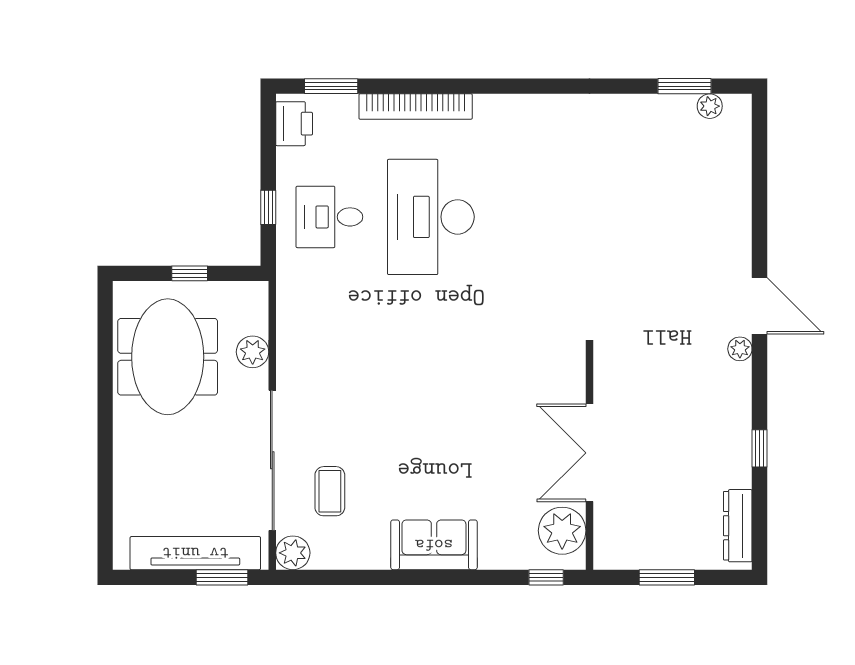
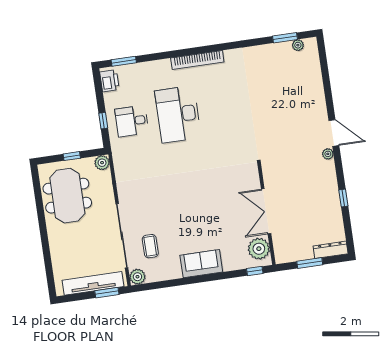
bookcase: (416, 107) -> (197, 60), moved
plant: (253, 352) -> (102, 163), moved
dresser: (738, 526) -> (331, 250), moved, turned 90

